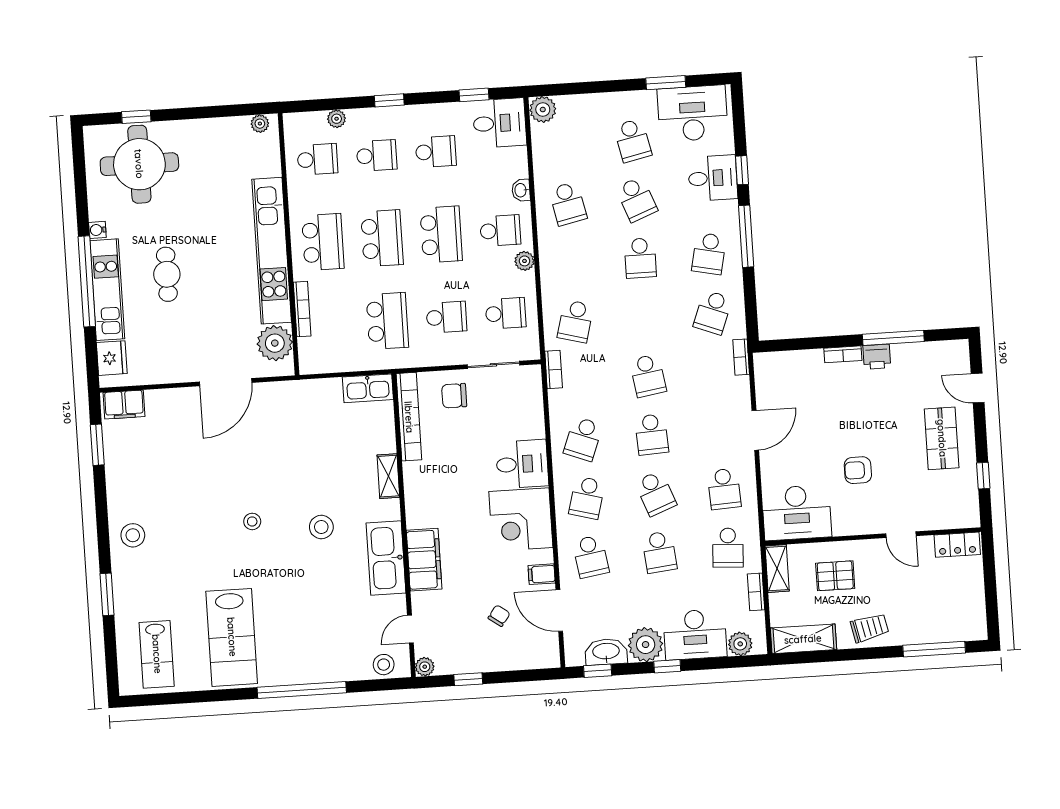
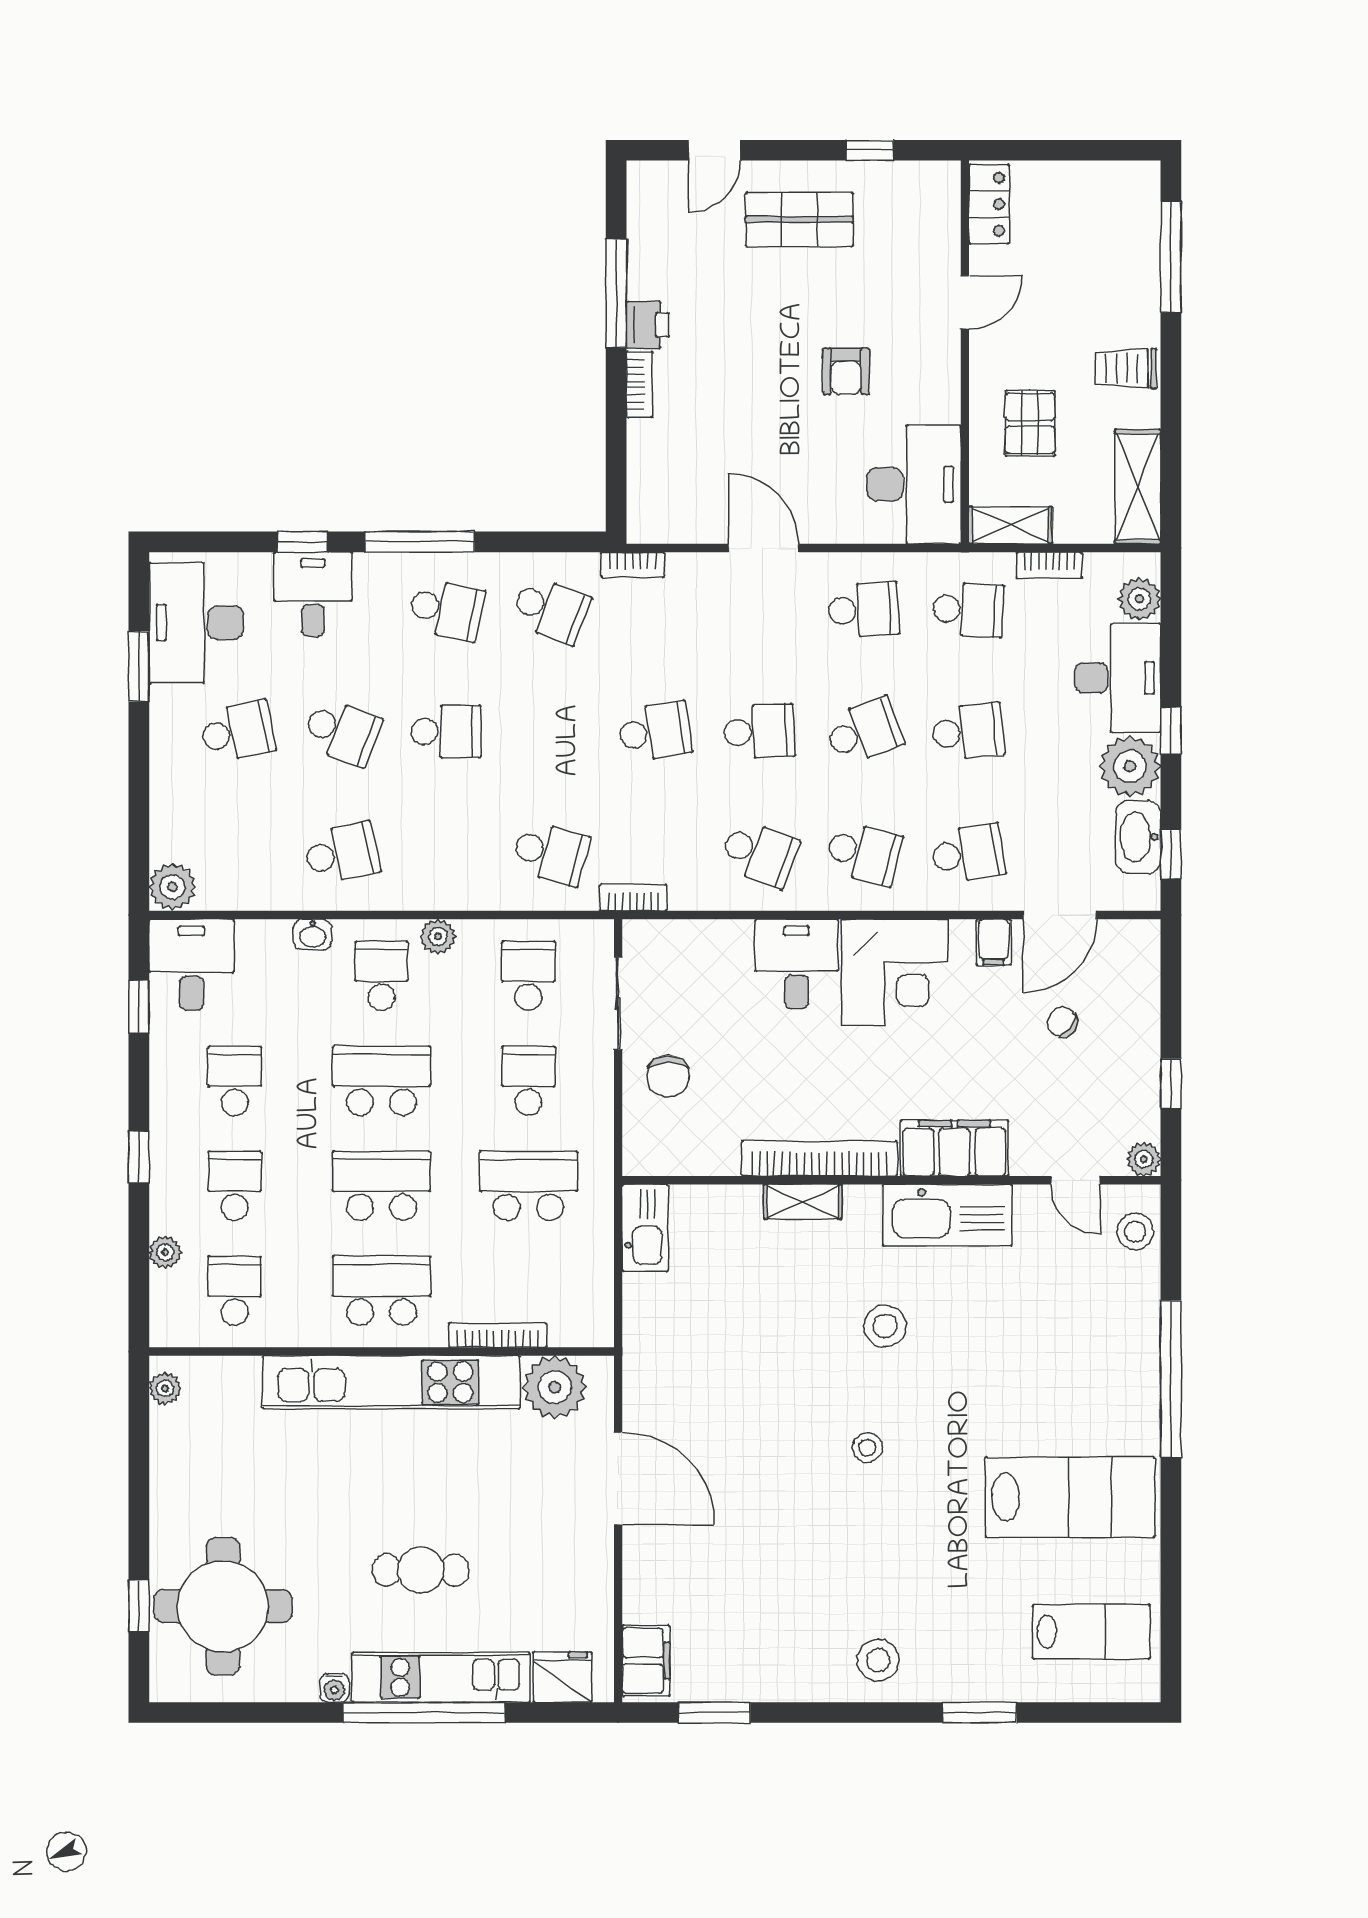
school desk: (636, 199) -> (342, 732), turned 42
bookcase: (409, 417) -> (819, 1158), moved
trolley: (870, 628) -> (1126, 368), turned -78

